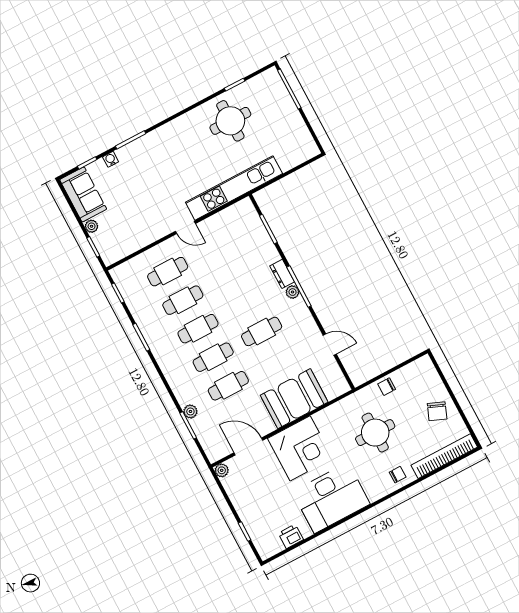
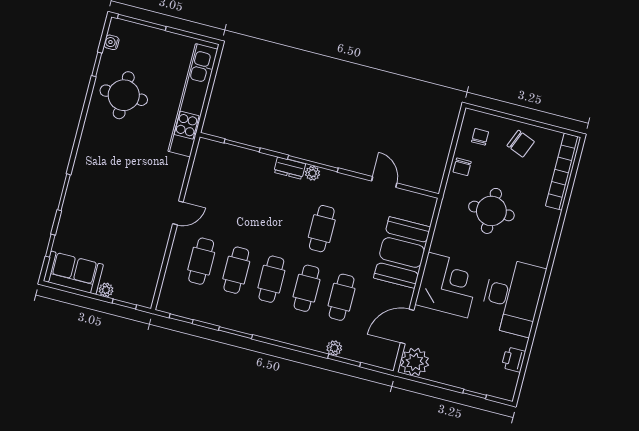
water cooler: (111, 159) -> (111, 42), moved
kitchen unit: (234, 188) -> (193, 100), moved
door: (330, 345) -> (384, 182), hinge flipped
plant: (222, 470) -> (415, 362), width x1.88, depth x1.88
chair: (398, 475) -> (480, 137), moved

